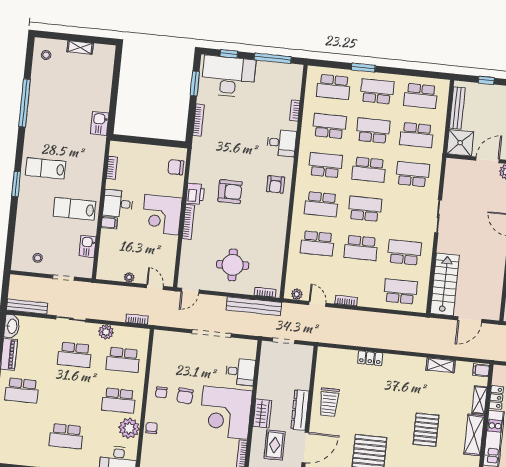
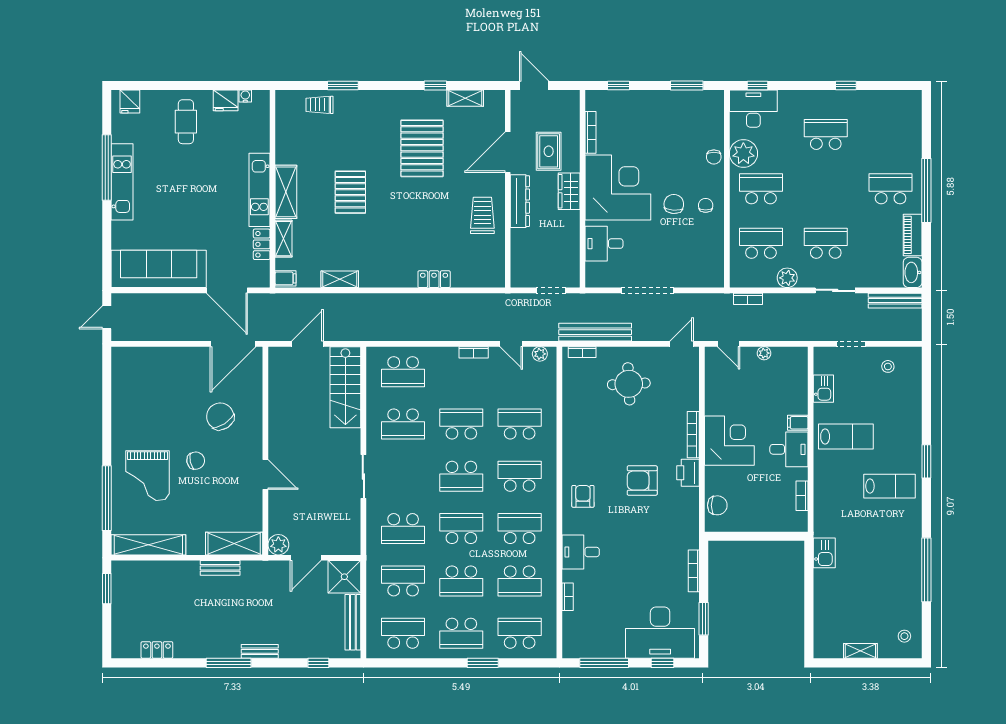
school desk: (325, 165) -> (520, 529), turned 180

